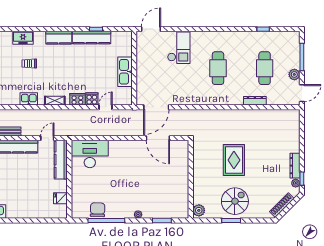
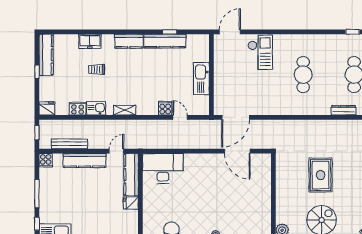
cooker: (77, 99) -> (78, 109), moved
door: (105, 107) -> (180, 117), hinge flipped
fridge: (60, 198) -> (131, 203), moved

